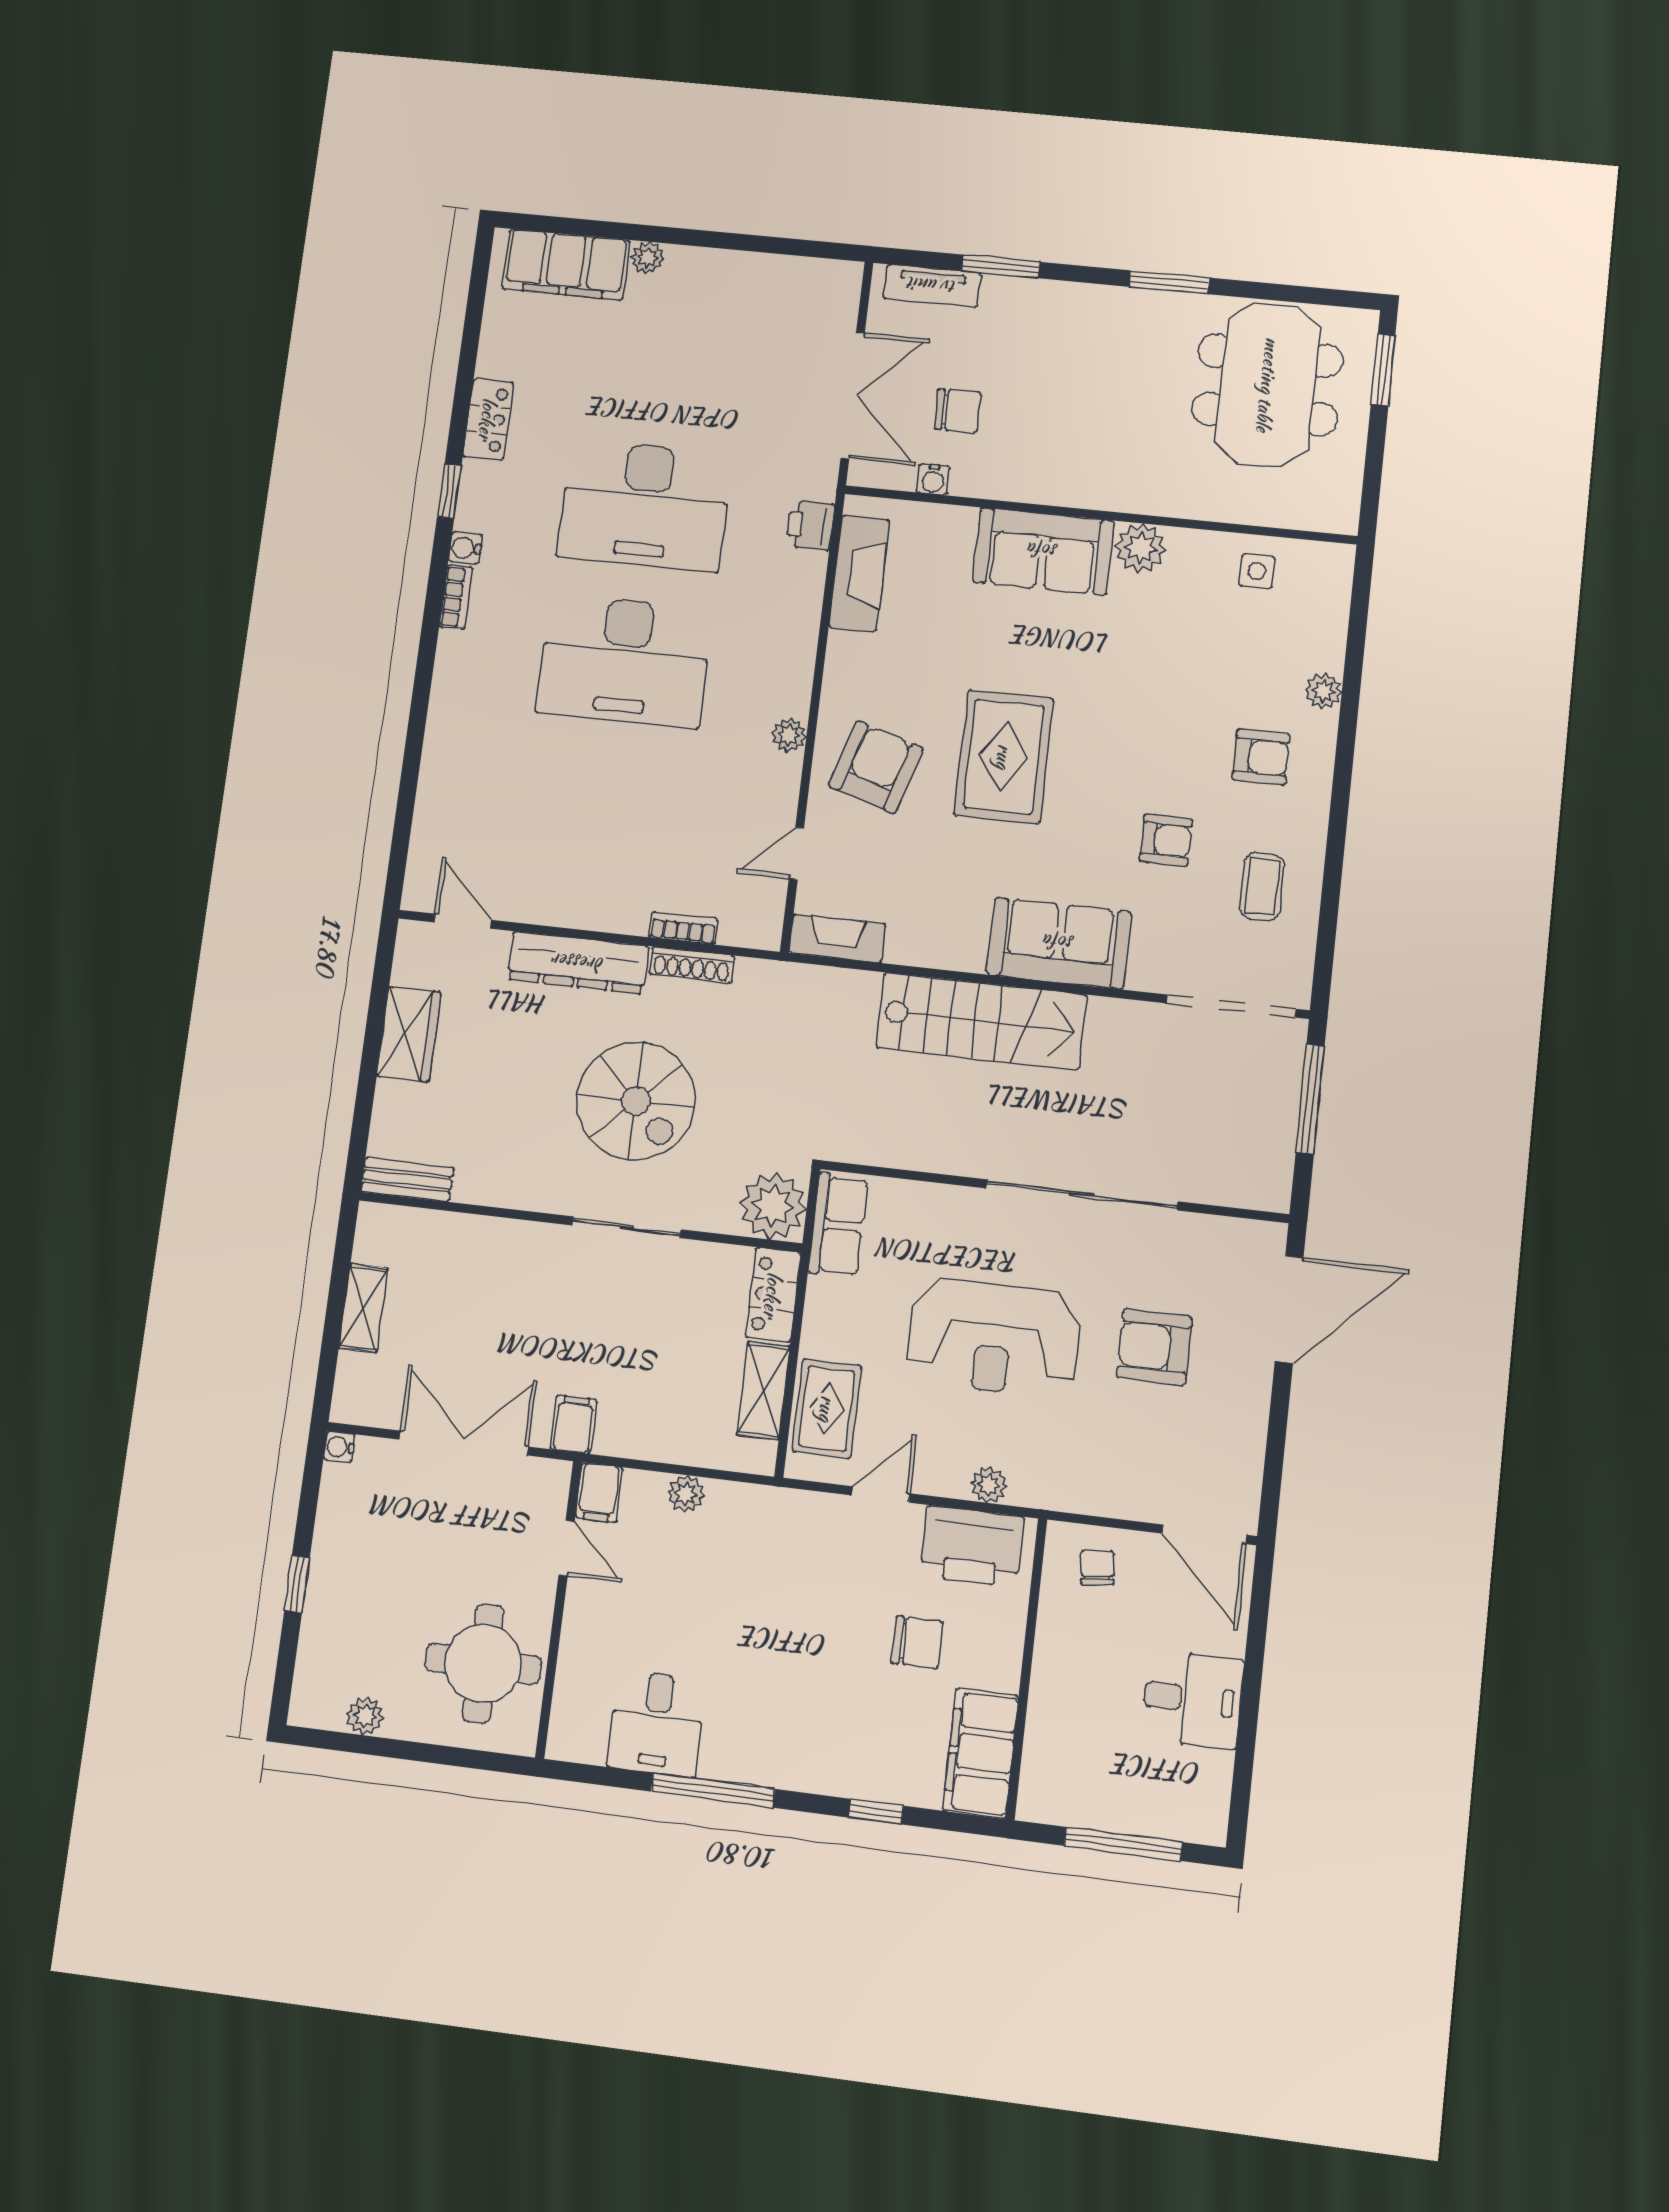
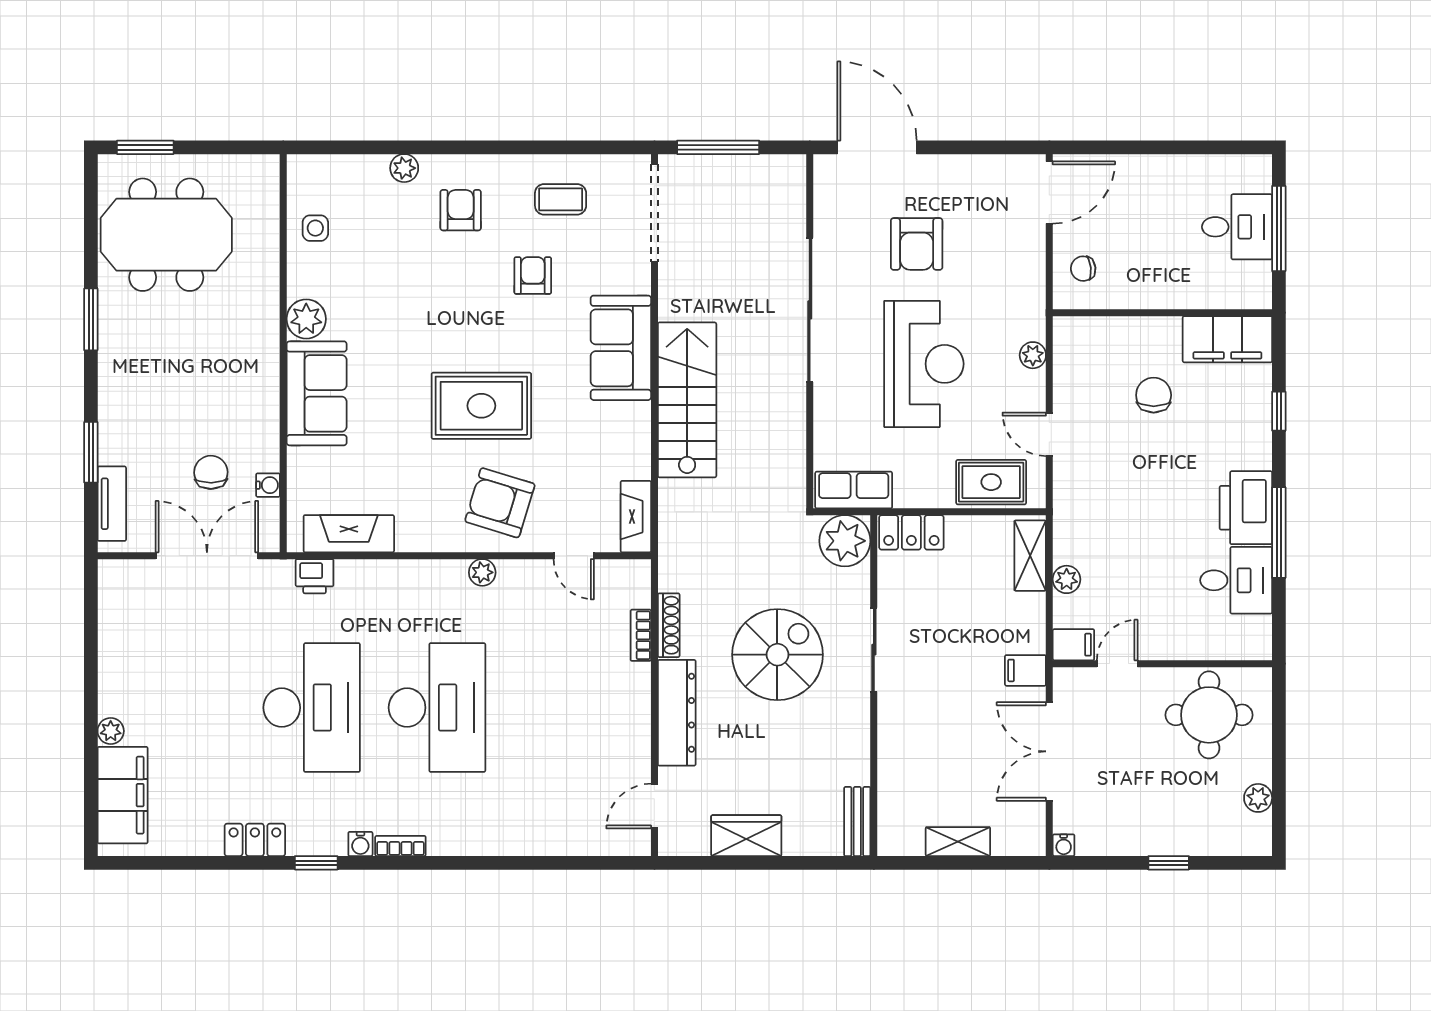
shelving: (763, 1391) -> (1030, 556), moved, turned 90
printer: (972, 1546) -> (1246, 508), moved, turned 180
desk: (1193, 1699) -> (1237, 227), moved, turned 90

